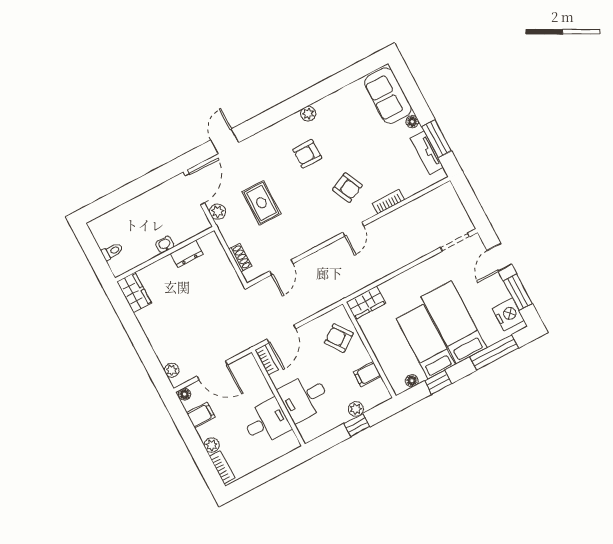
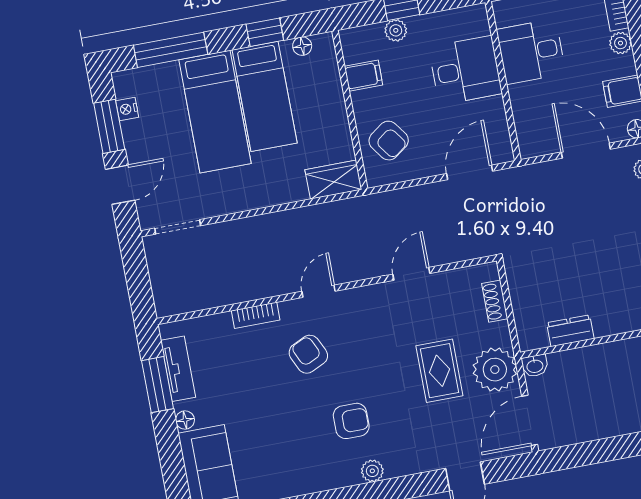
plant: (308, 114) -> (372, 471), moved
plant: (218, 212) -> (495, 370), width x1.87, depth x1.87
washbasin: (165, 245) -> (535, 366), moved
door: (281, 267) -> (411, 274), moved
nightstand: (508, 314) -> (127, 109), width x0.53, depth x0.56
bookcase: (267, 360) -> (503, 142), removed

